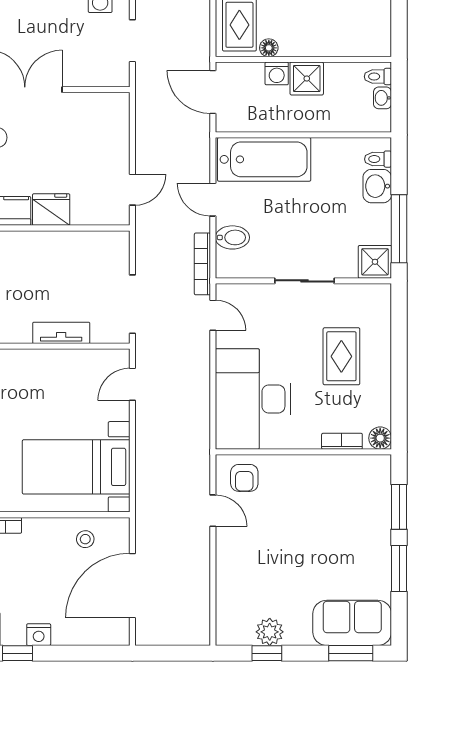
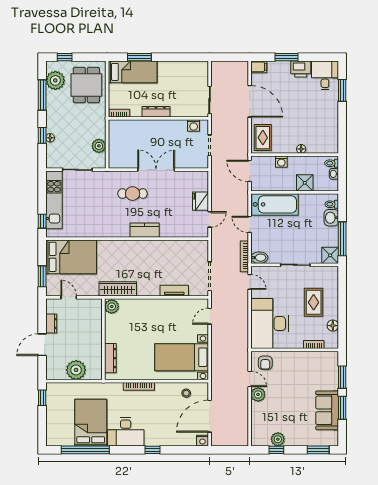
floor lamp: (269, 48) -> (301, 149), moved
shower: (307, 79) -> (305, 183), moved
fridge: (51, 210) -> (200, 201), moved, turned -90
bidet: (232, 237) -> (259, 258), moved
floor lamp: (380, 438) -> (333, 326), moved
plant: (230, 542) -> (258, 394), added
sofa: (352, 623) -> (327, 410), moved, turned -90
nightstand: (39, 635) -> (202, 441), moved

